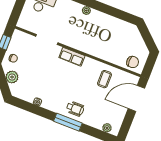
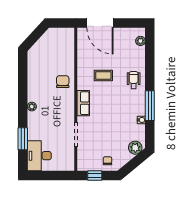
chair: (133, 62) -> (63, 82), moved
plant: (12, 77) -> (135, 148), moved
coffee table: (104, 79) -> (103, 75), moved
window: (68, 122) -> (150, 106), moved

